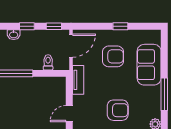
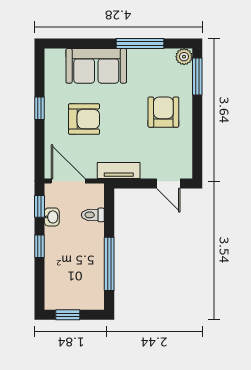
washbasin: (14, 35) -> (52, 217), moved
armchair: (113, 56) -> (84, 119), turned 90

